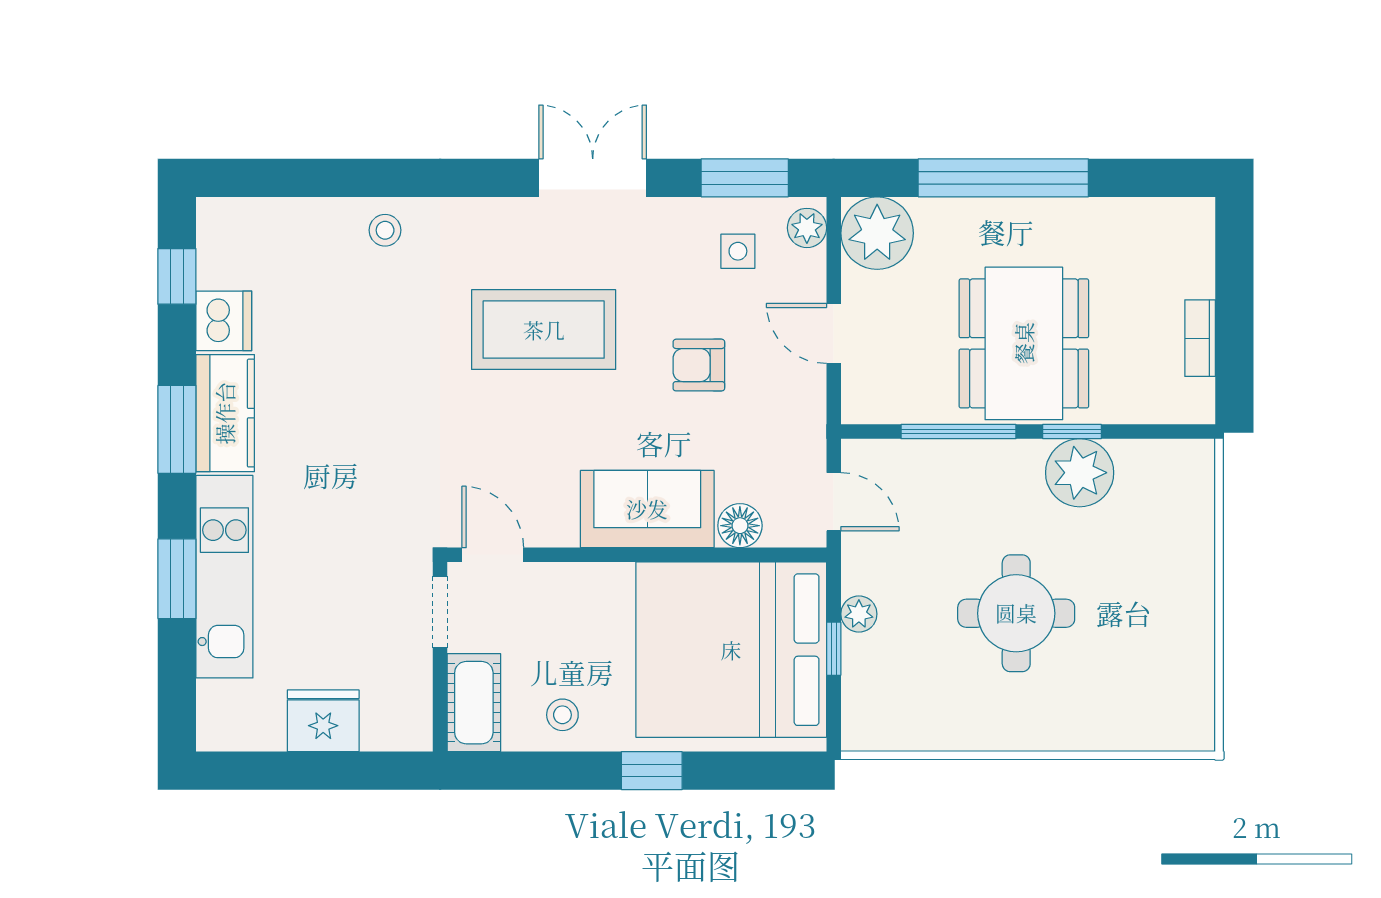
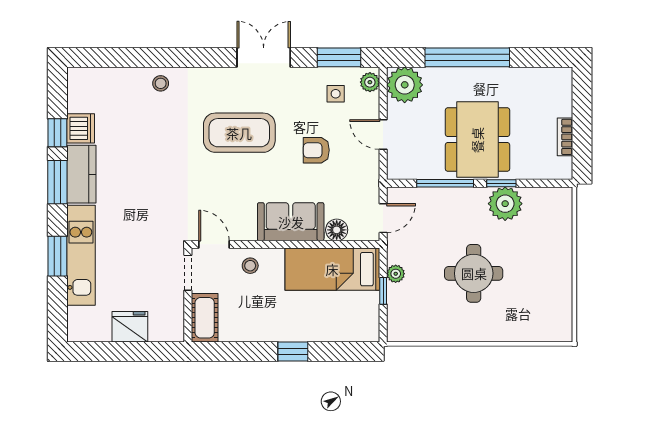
window: (177, 276) -> (57, 133), moved
door: (834, 502) -> (383, 218), hinge flipped
bed: (731, 650) -> (332, 269), width x0.49
stool: (562, 715) -> (250, 266), moved

